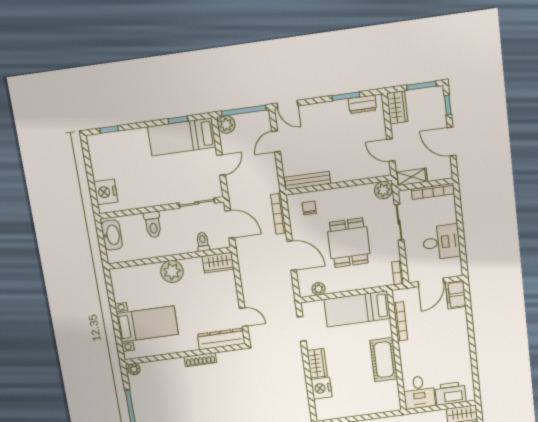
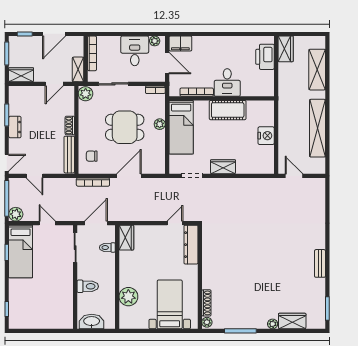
dresser: (362, 104) -> (15, 127), moved
shoe rack: (343, 176) -> (70, 126), added
nightstand: (106, 192) -> (56, 320), removed
plant: (456, 264) -> (155, 41), added
plant: (172, 271) -> (128, 297), moved
plant: (318, 289) -> (160, 124), moved
shoe rack: (200, 360) -> (206, 303), moved
nightstand: (321, 388) -> (266, 136), moved, turned -90
desk: (419, 392) -> (227, 82), moved, turned 90

